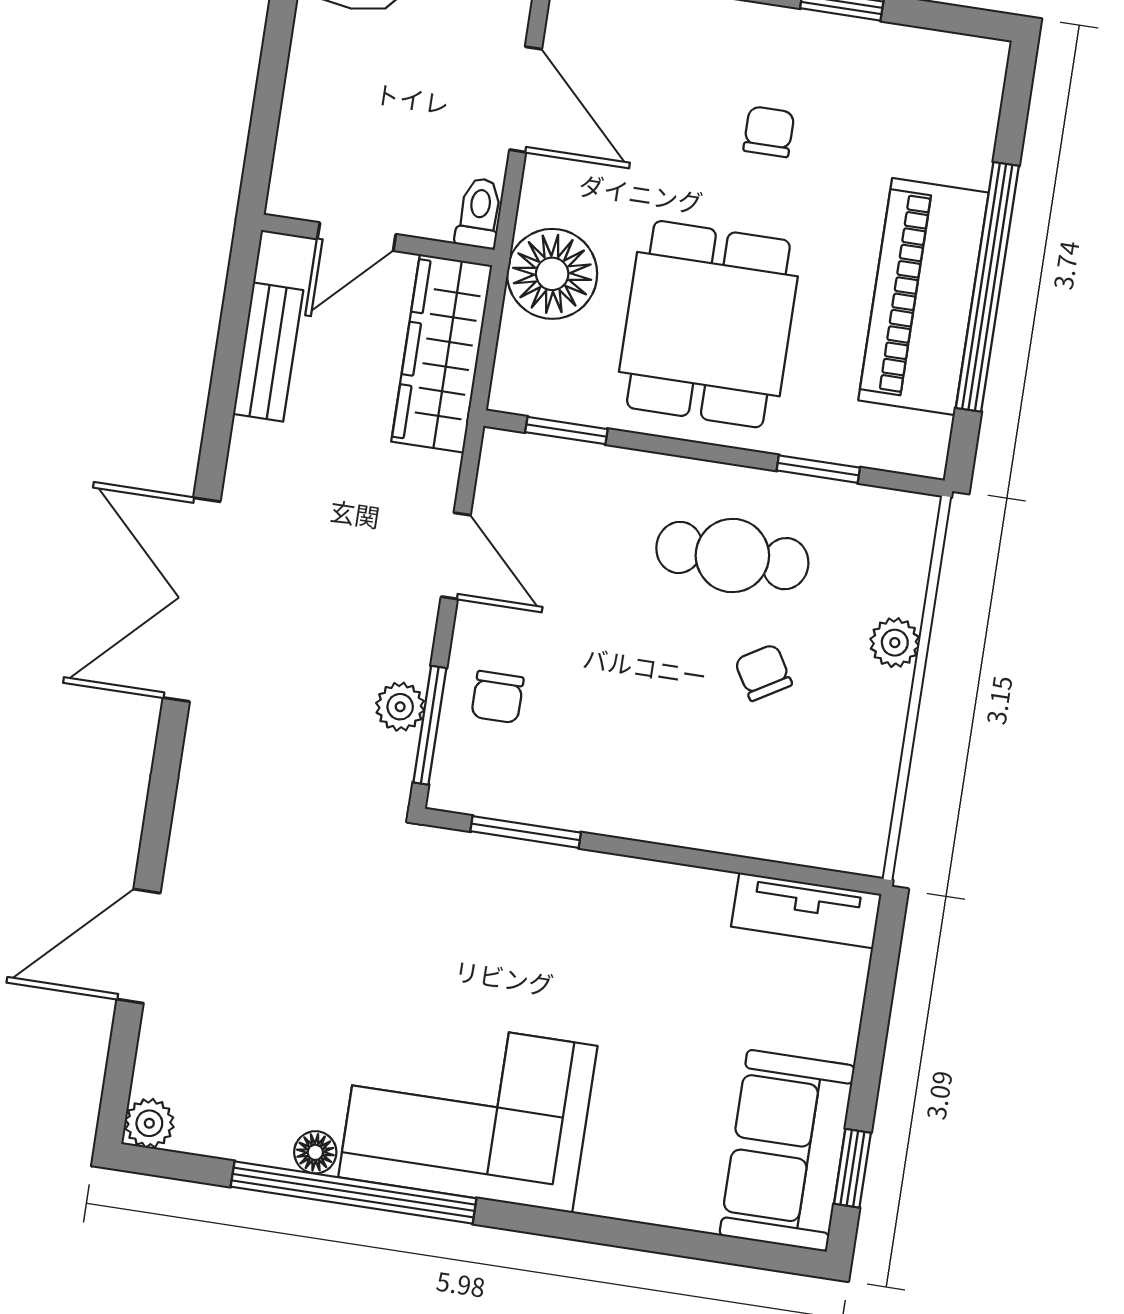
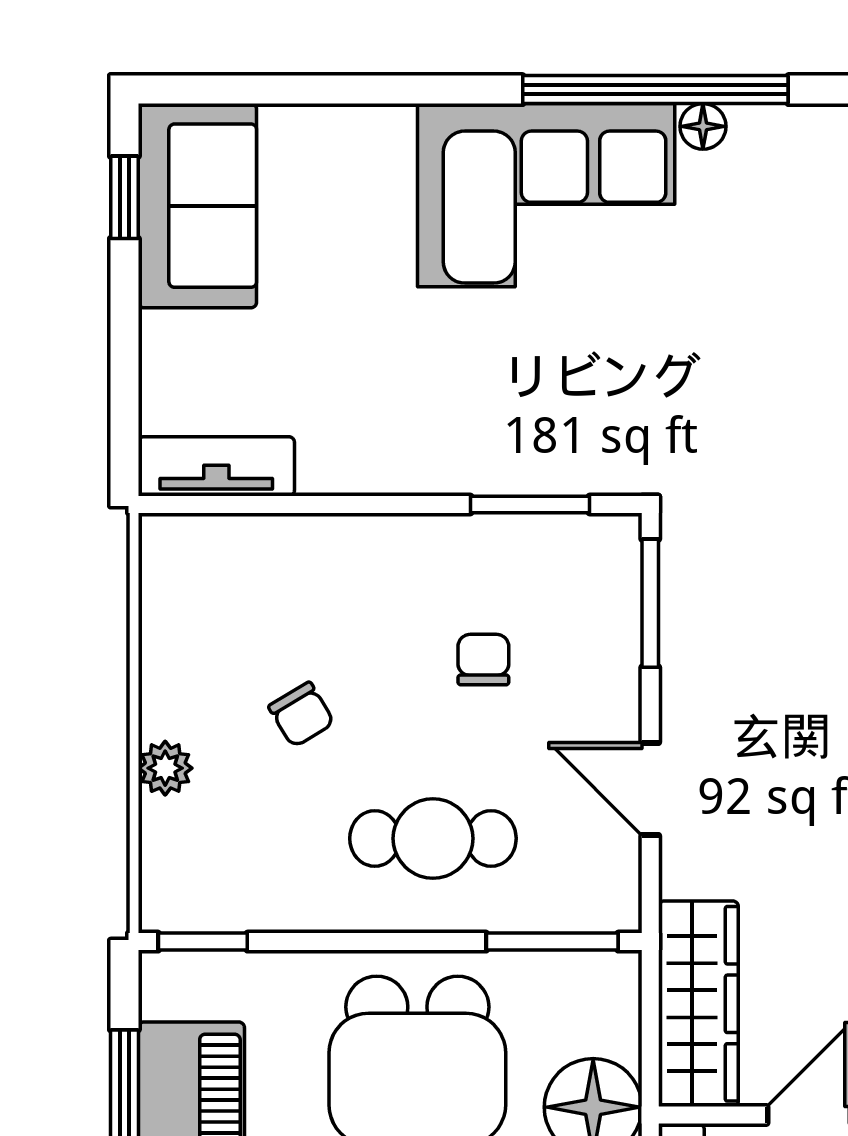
window: (566, 431) -> (552, 942), width x1.50
window: (818, 469) -> (203, 942), moved
cafe table: (732, 556) -> (433, 838), moved
chair: (497, 697) -> (483, 660), moved
plant: (400, 707) -> (685, 618), removed

